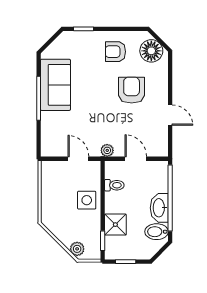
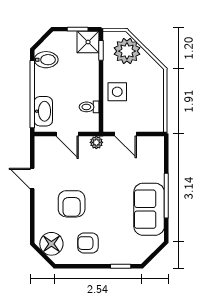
armchair: (115, 52) -> (88, 243), turned 180
washbasin: (159, 208) -> (43, 111), moved
shower: (115, 225) -> (88, 42), moved
plant: (77, 249) -> (127, 51), width x1.88, depth x1.88

